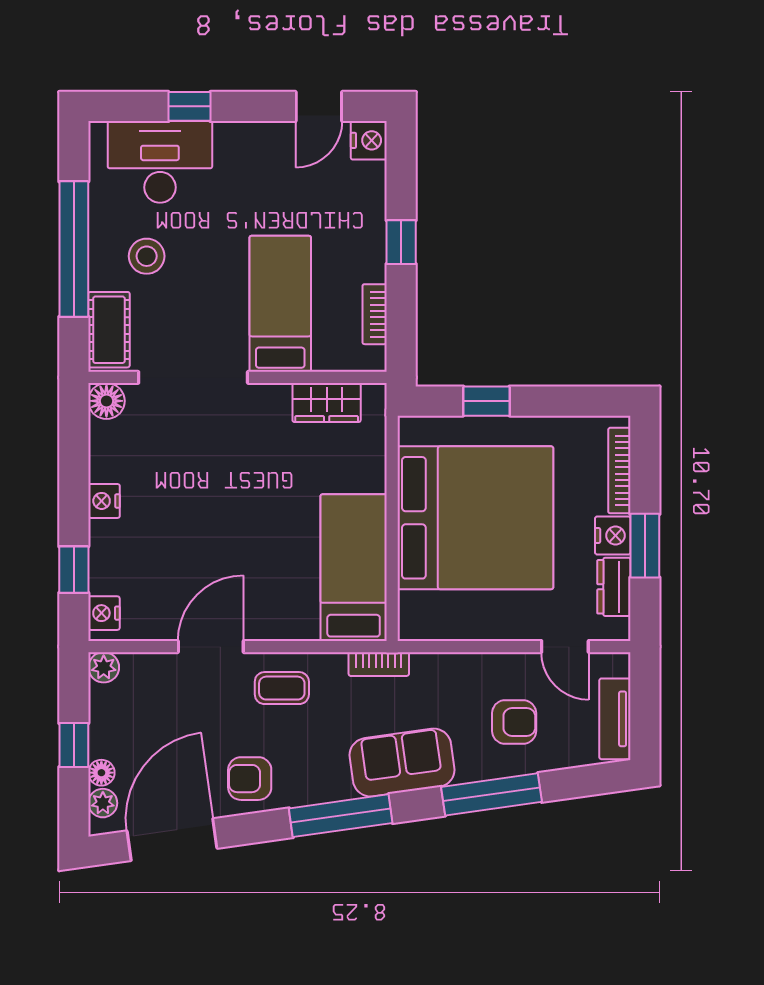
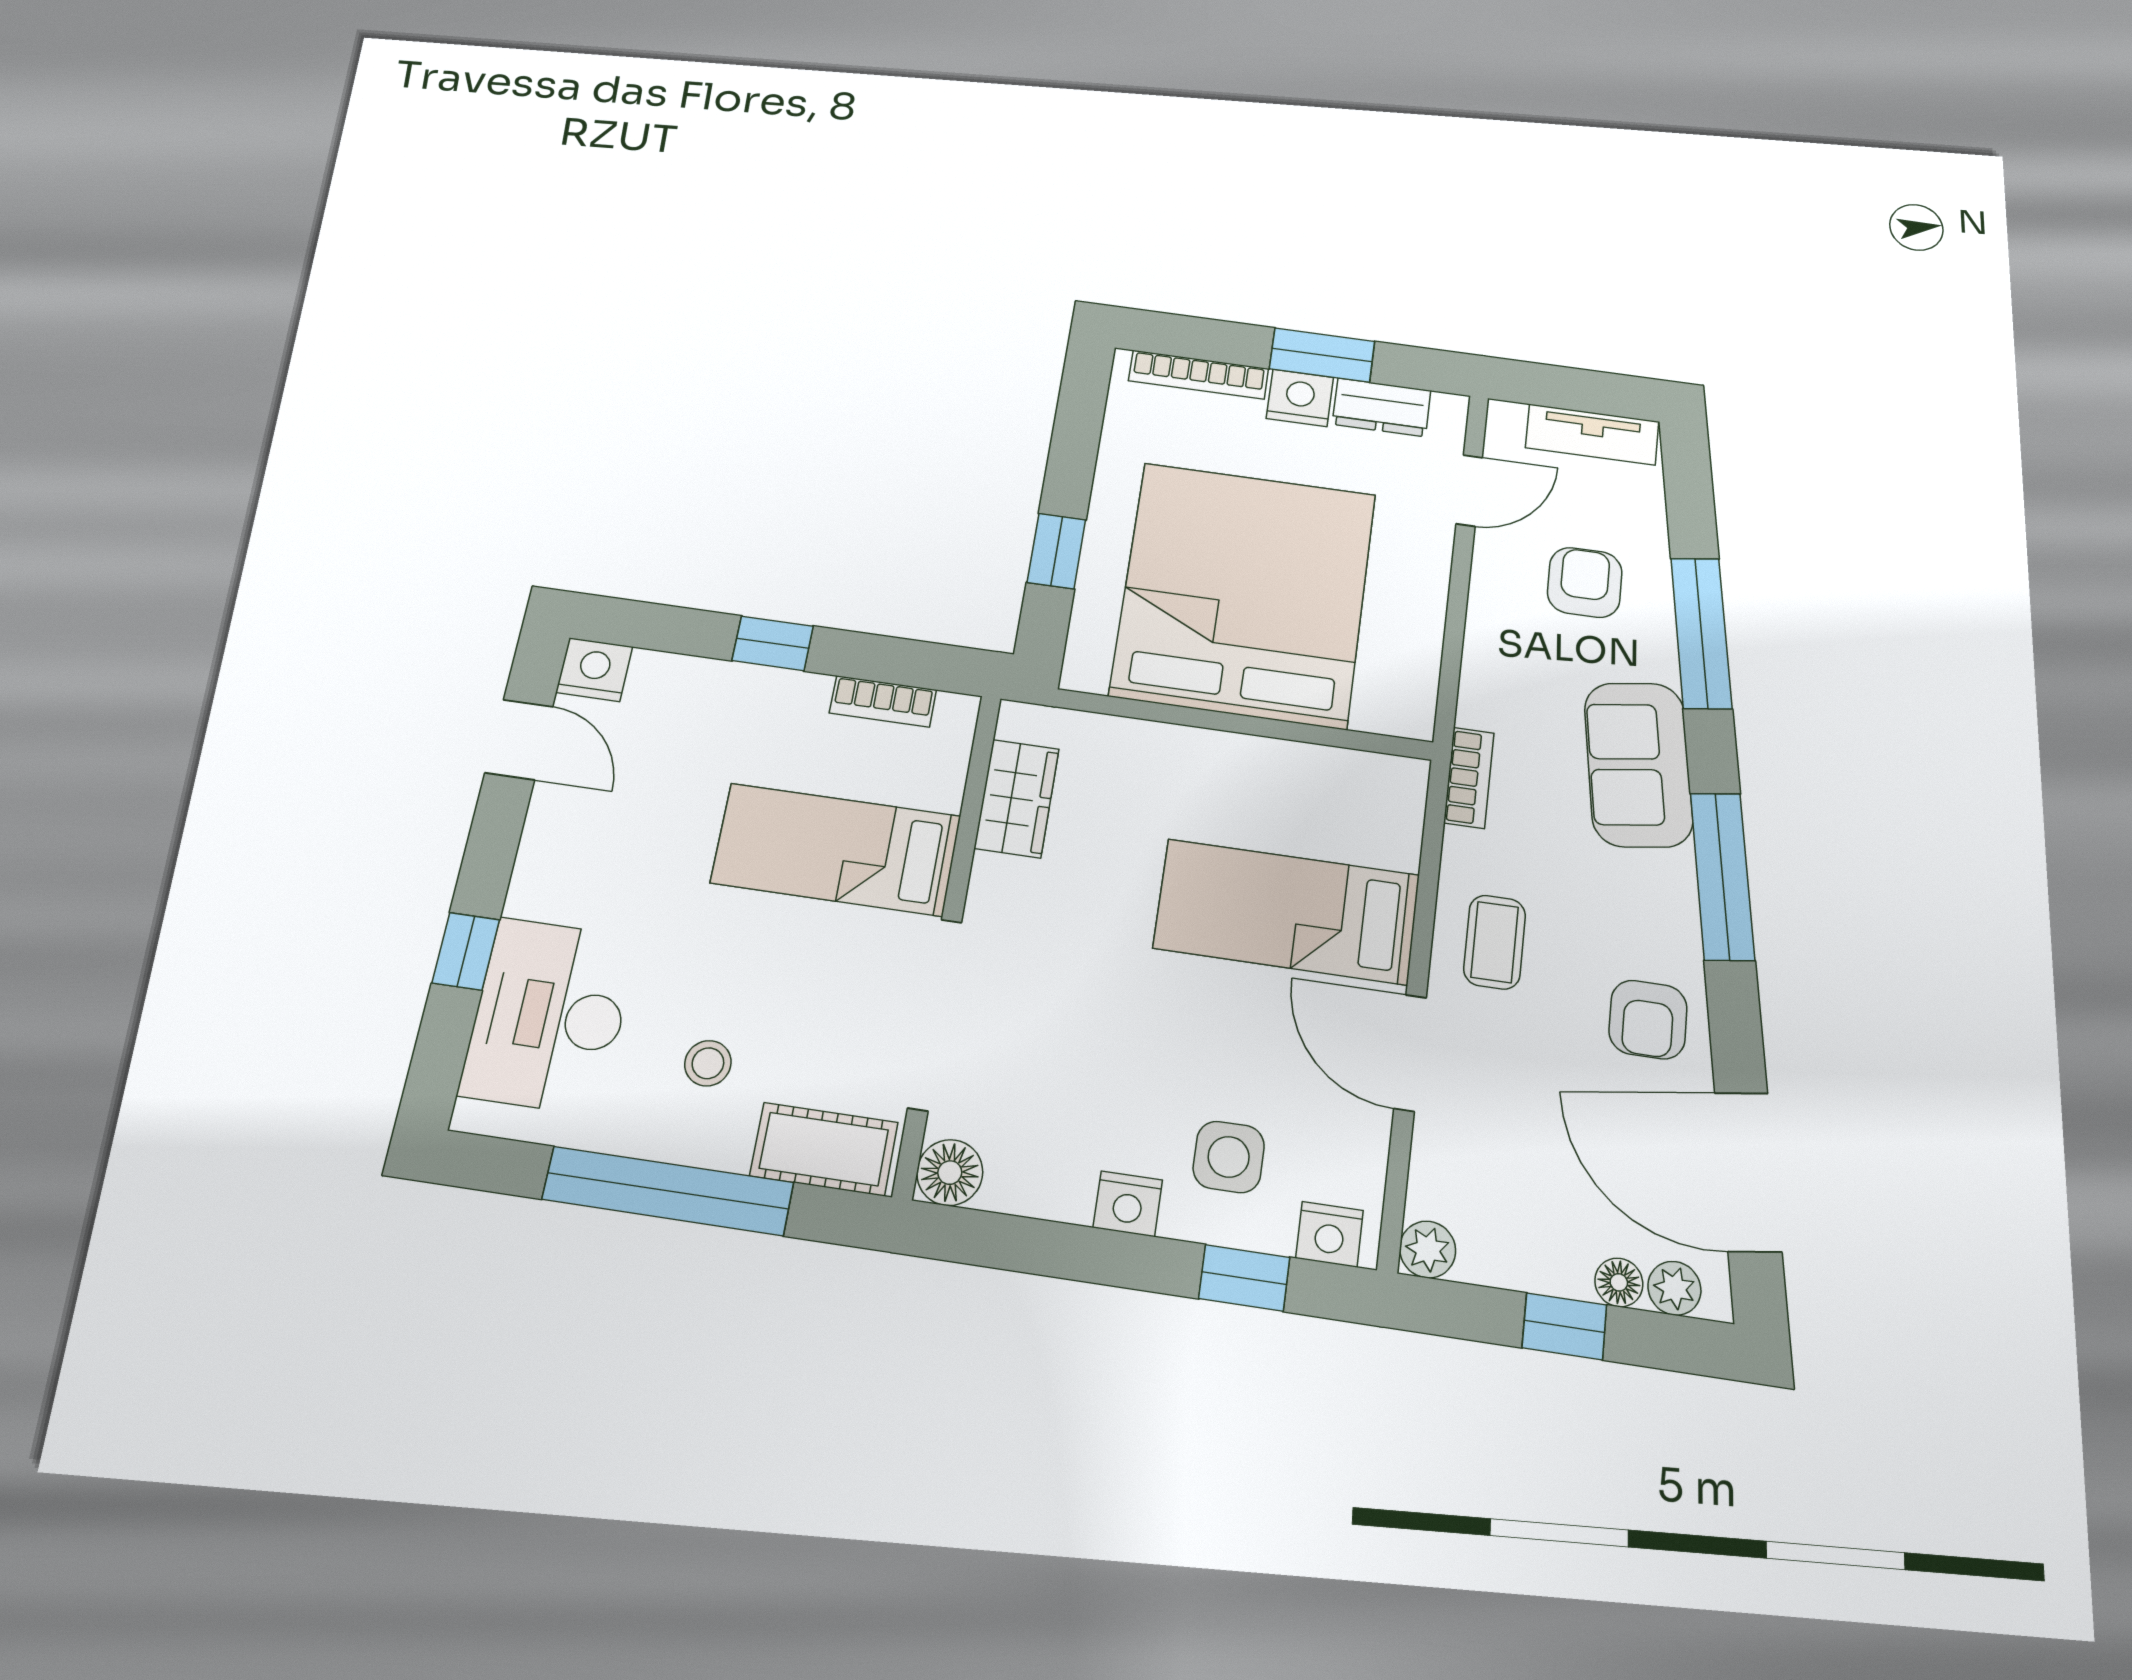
stool: (147, 256) -> (708, 1063), width x0.73, depth x0.73
side table: (138, 553) -> (1229, 1157), added
bed: (354, 568) -> (1287, 912), moved

